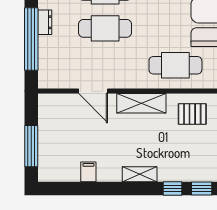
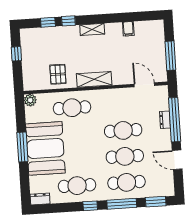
dresser: (45, 22) -> (165, 120), moved
door: (93, 91) -> (144, 85), moved
pallet: (192, 114) -> (58, 74), turned 90
window: (31, 146) -> (170, 56), moved

